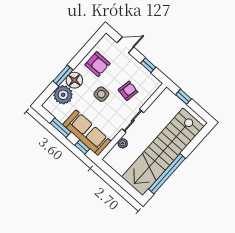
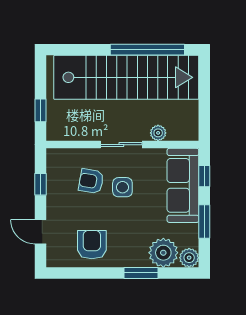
floor lamp: (74, 80) -> (135, 255), removed
side table: (101, 94) -> (122, 187), moved
plant: (50, 105) -> (189, 258), added

